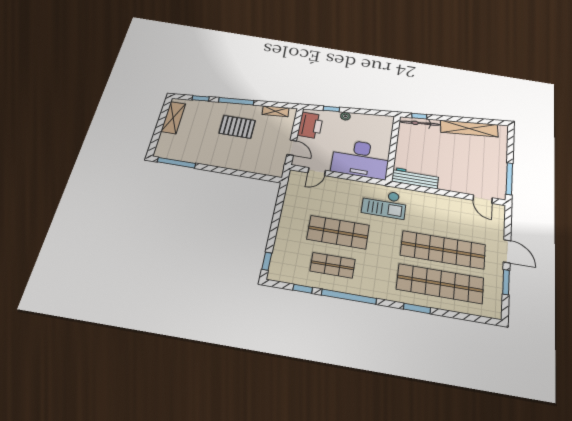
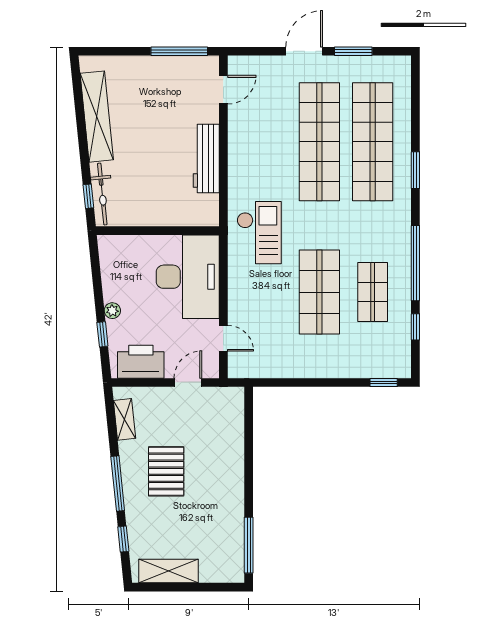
workbench: (415, 178) -> (206, 159), moved

